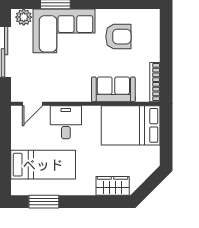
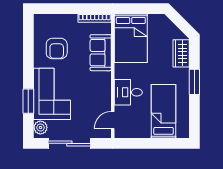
armchair: (118, 37) -> (57, 49), turned 180
door: (33, 104) -> (113, 120), swing flipped
window: (44, 202) -> (194, 82), moved

